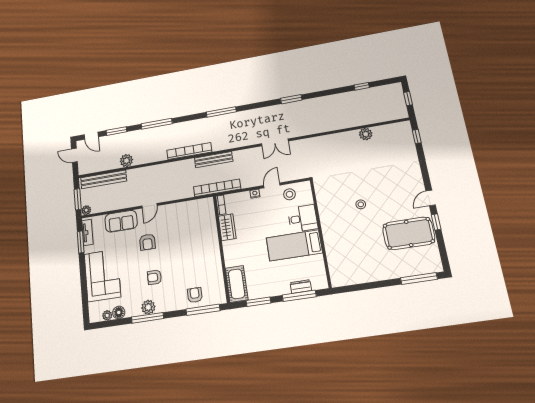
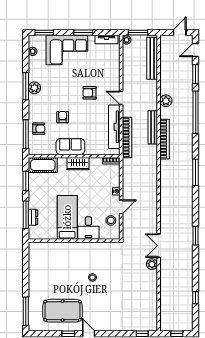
window: (157, 124) -> (196, 112), width x1.46
plant: (366, 134) -> (152, 264), moved
double door: (275, 142) -> (159, 246), moved
bench: (214, 160) -> (153, 127), moved
plant: (126, 161) -> (166, 101), moved
door: (272, 185) -> (121, 207), hinge flipped
bookcase: (217, 188) -> (127, 137), moved
tv unit: (182, 208) -> (114, 127), added
sofa: (121, 221) -> (70, 147), moved, turned 90
wardrobe: (227, 227) -> (78, 164), moved
pool table: (409, 233) -> (63, 311), turned 90
window: (81, 242) -> (83, 33), moved
armchair: (155, 277) -> (63, 117), moved
window: (85, 305) -> (44, 33), added
floor lamp: (119, 312) -> (34, 62), removed

